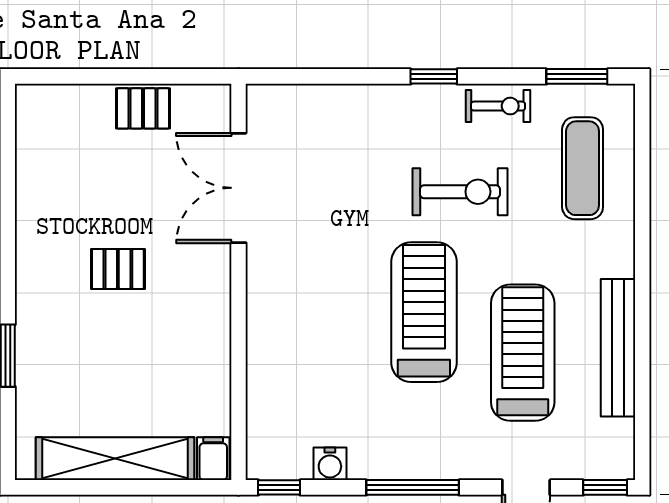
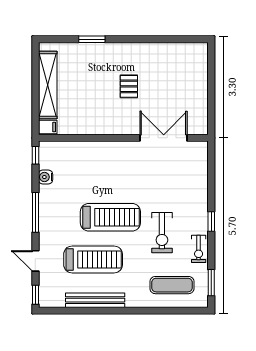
pallet: (143, 108) -> (198, 97), removed

